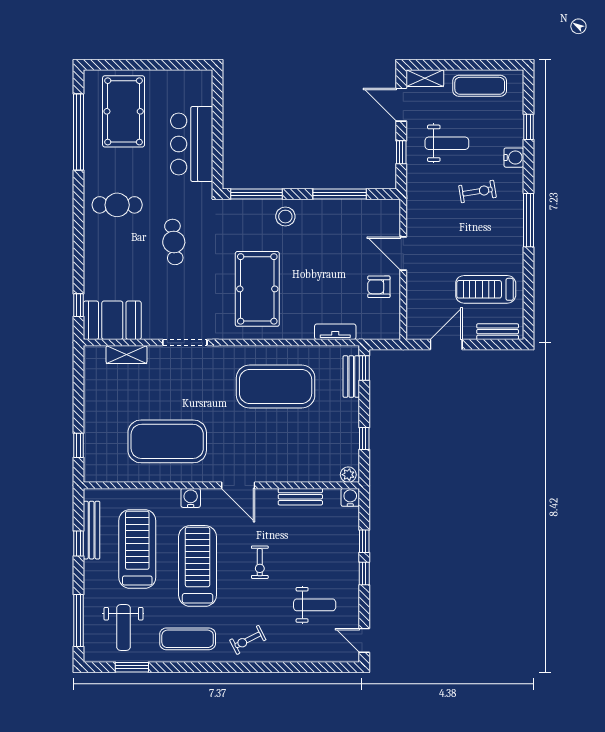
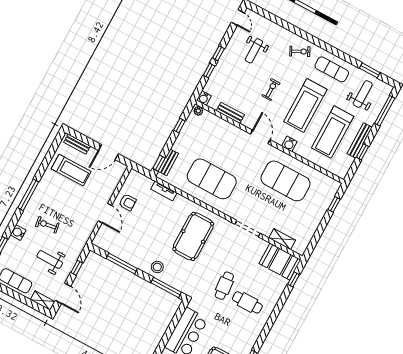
cafe table: (117, 205) -> (247, 302), moved
bench: (92, 530) -> (360, 140), moved
weight bench: (315, 605) -> (254, 51), turned -90

